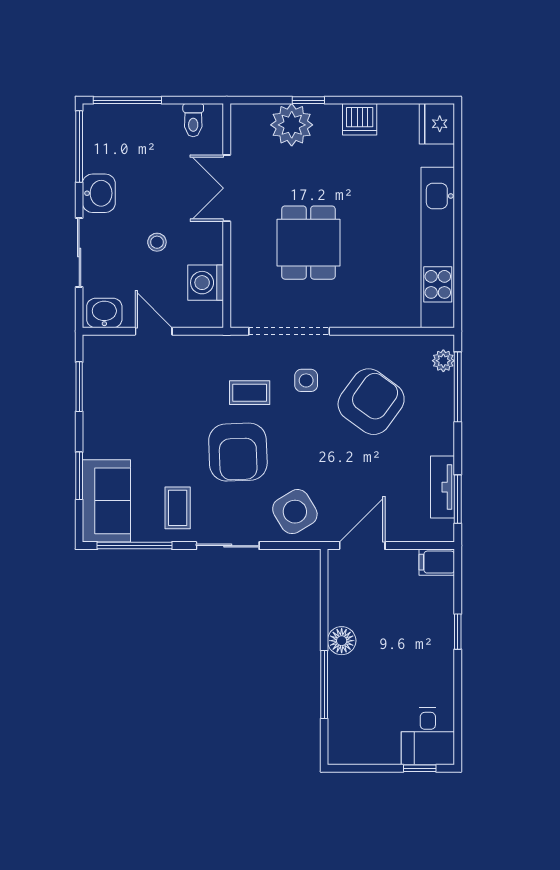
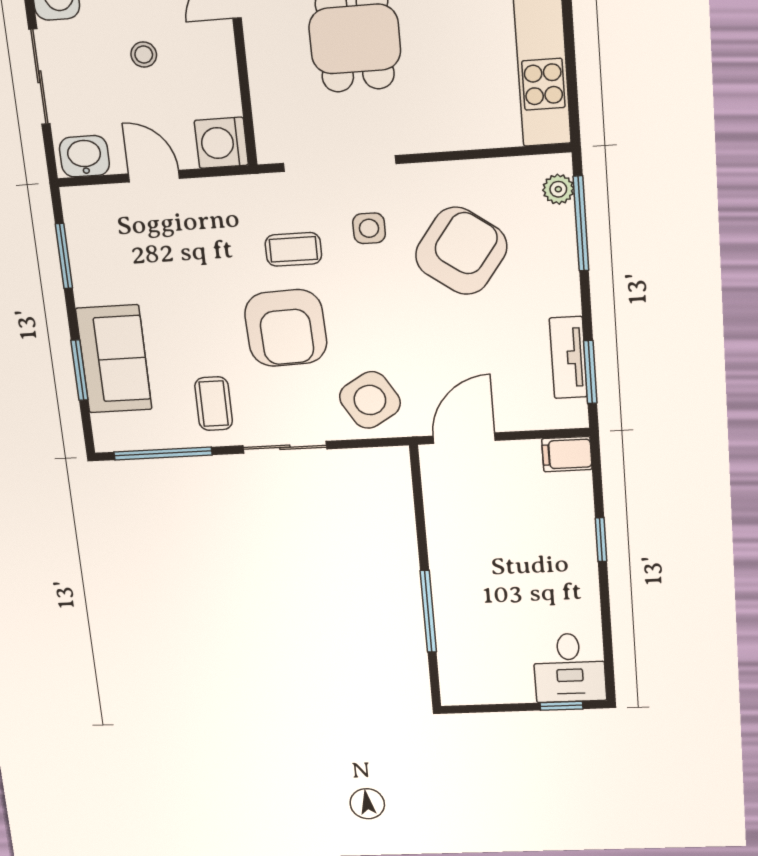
washing machine: (206, 283) -> (221, 143), moved
sofa: (106, 501) -> (114, 359), moved
floor lamp: (342, 641) -> (447, 557), removed

